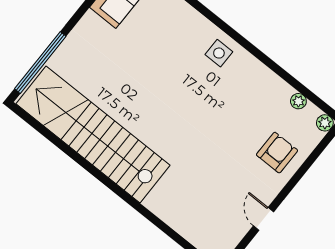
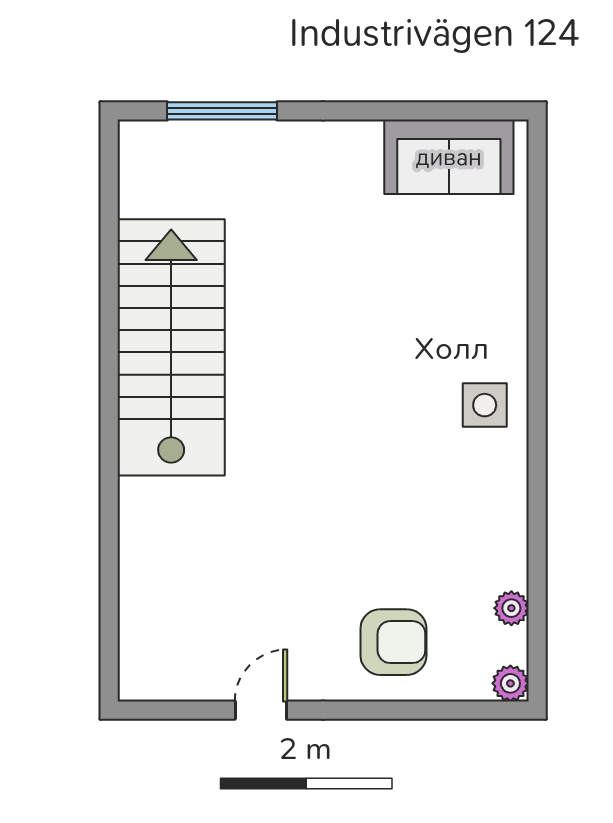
window: (40, 63) -> (222, 111), width x0.68
stairs: (93, 134) -> (171, 347), width x0.73

